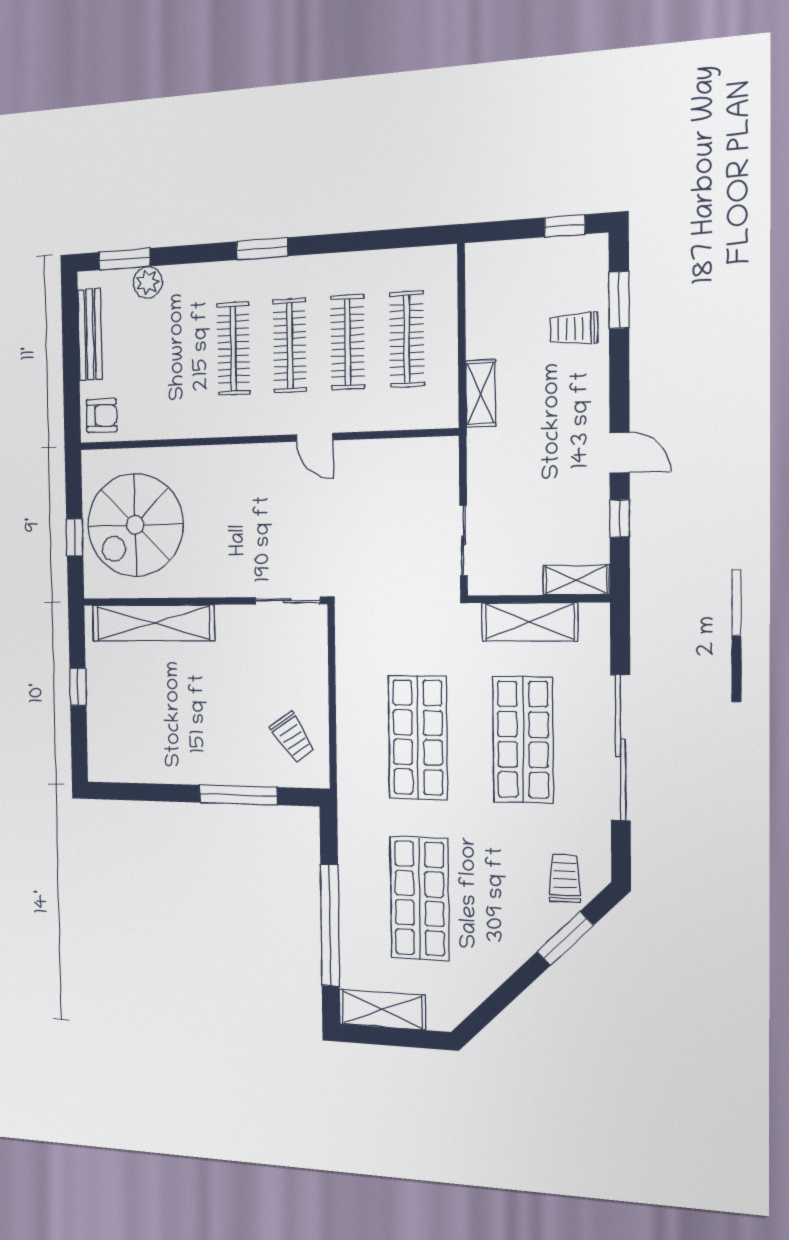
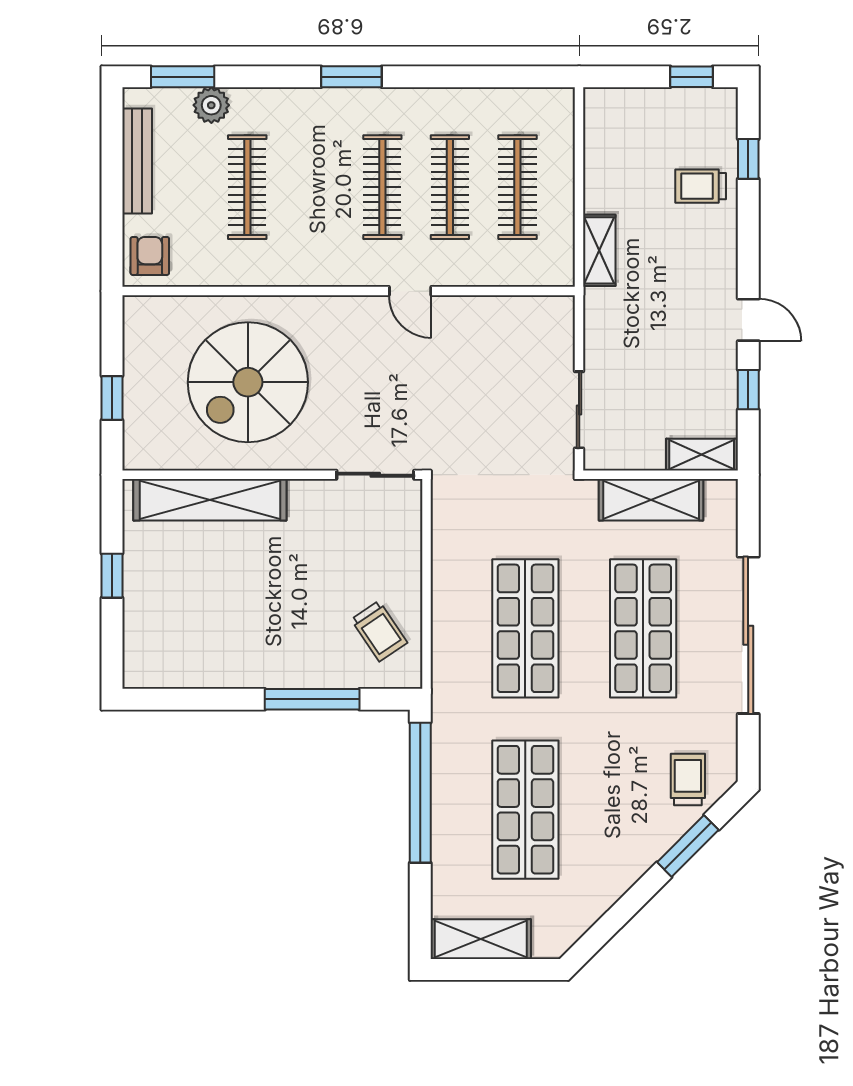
window: (619, 300) -> (748, 159), width x0.67
clothes rail: (233, 349) -> (247, 187), moved
armchair: (102, 415) -> (150, 256), turned -90
spiral stairs: (135, 525) -> (248, 382), moved
window: (330, 925) -> (420, 793), moved

